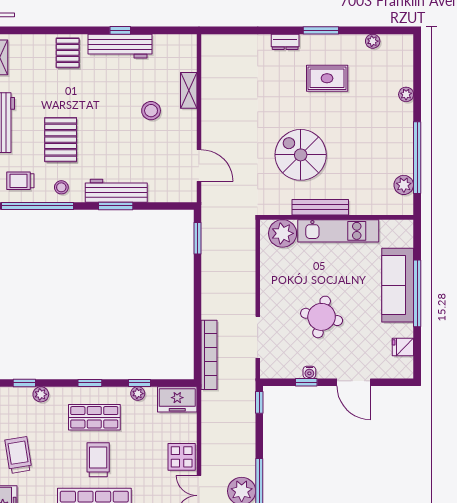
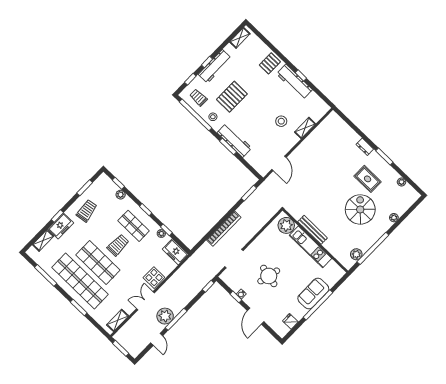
spiral stairs: (301, 155) -> (360, 209), moved
sofa: (398, 285) -> (313, 294), width x0.73
bookcase: (209, 355) -> (224, 229), moved

